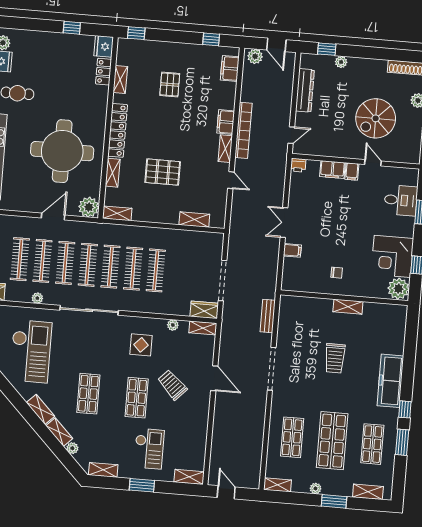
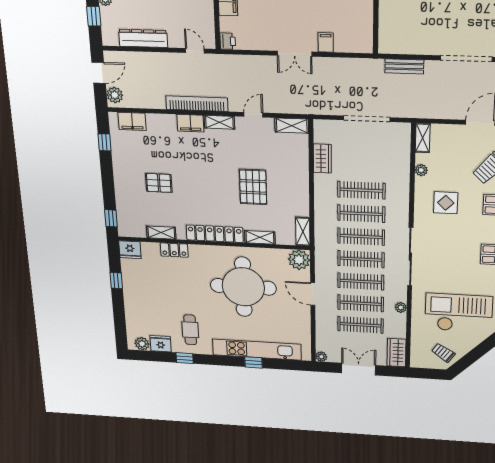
locker: (104, 72) -> (174, 250), moved
shelving: (194, 220) -> (292, 126), moved, turned 90
wardrobe: (204, 310) -> (322, 159), moved, turned 180

